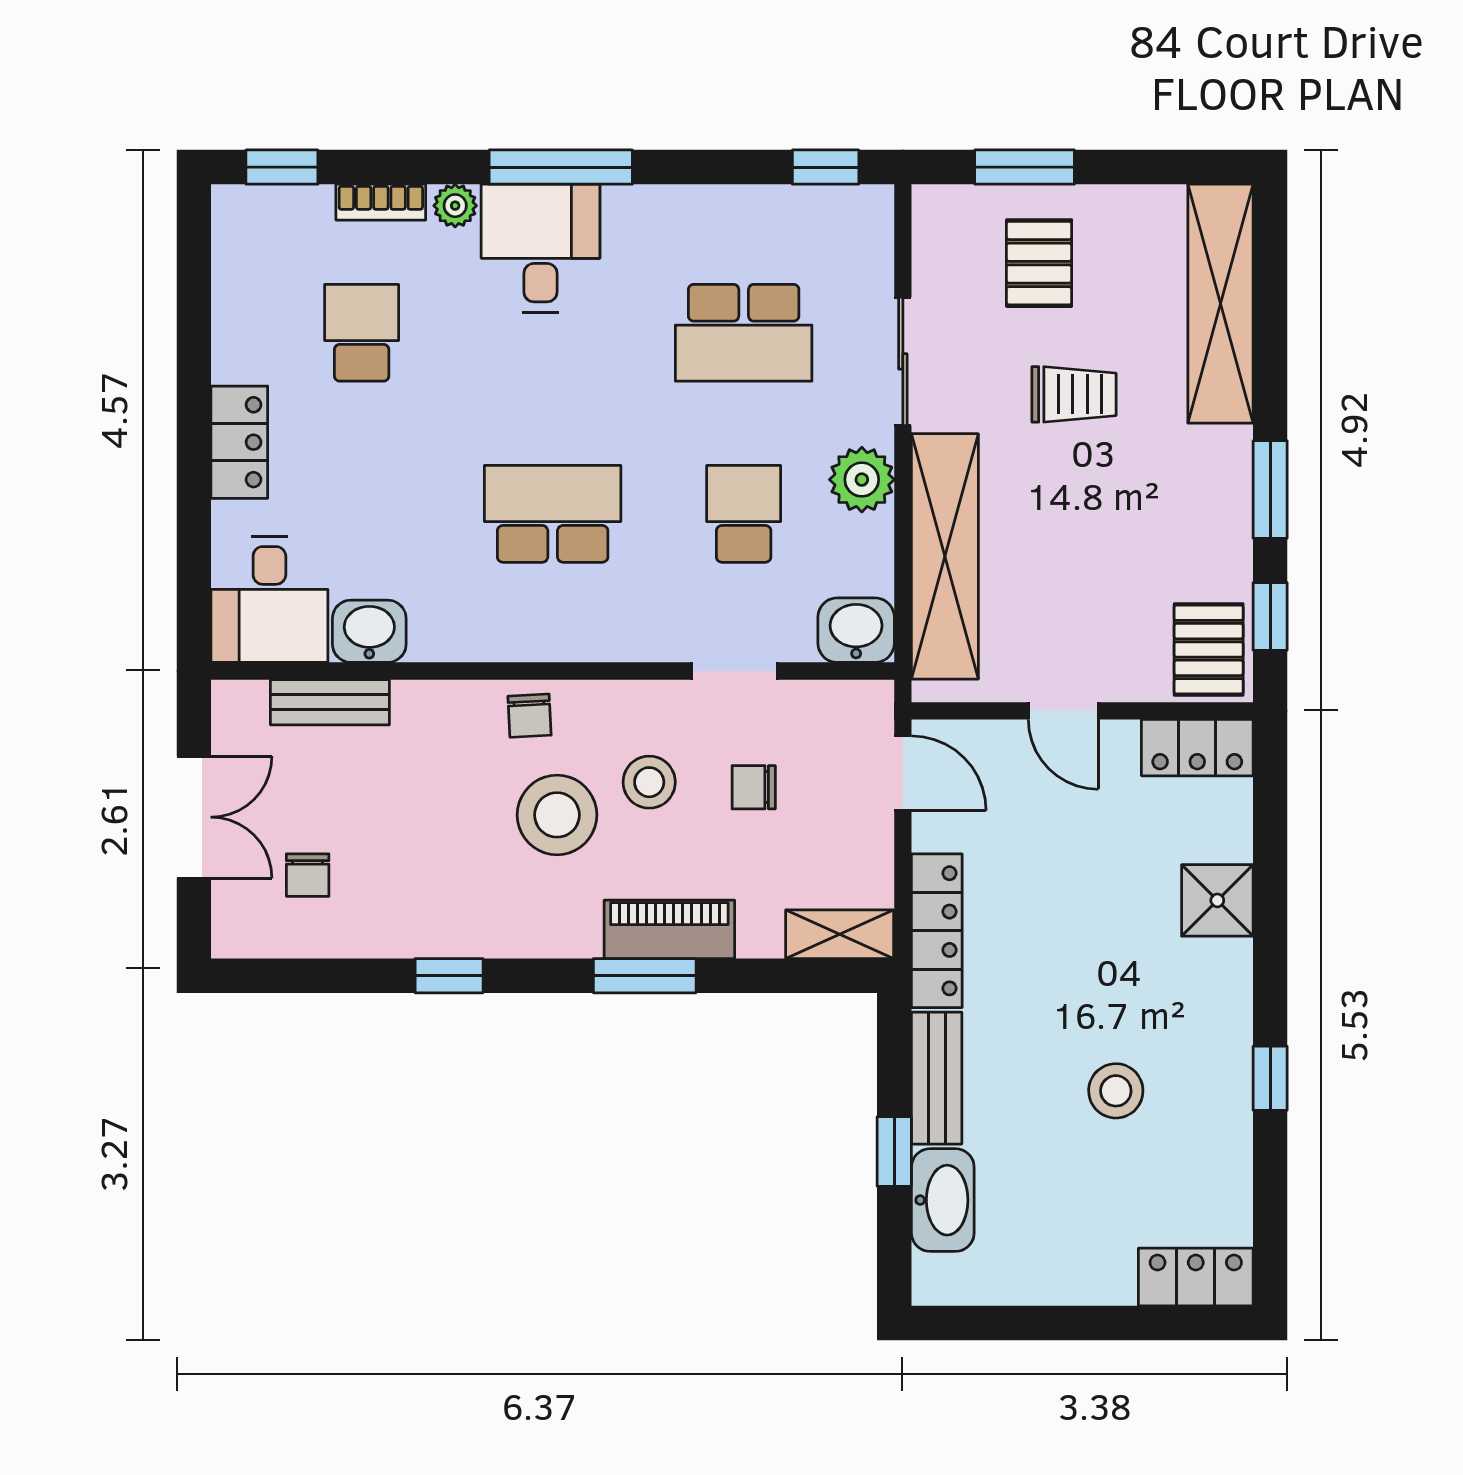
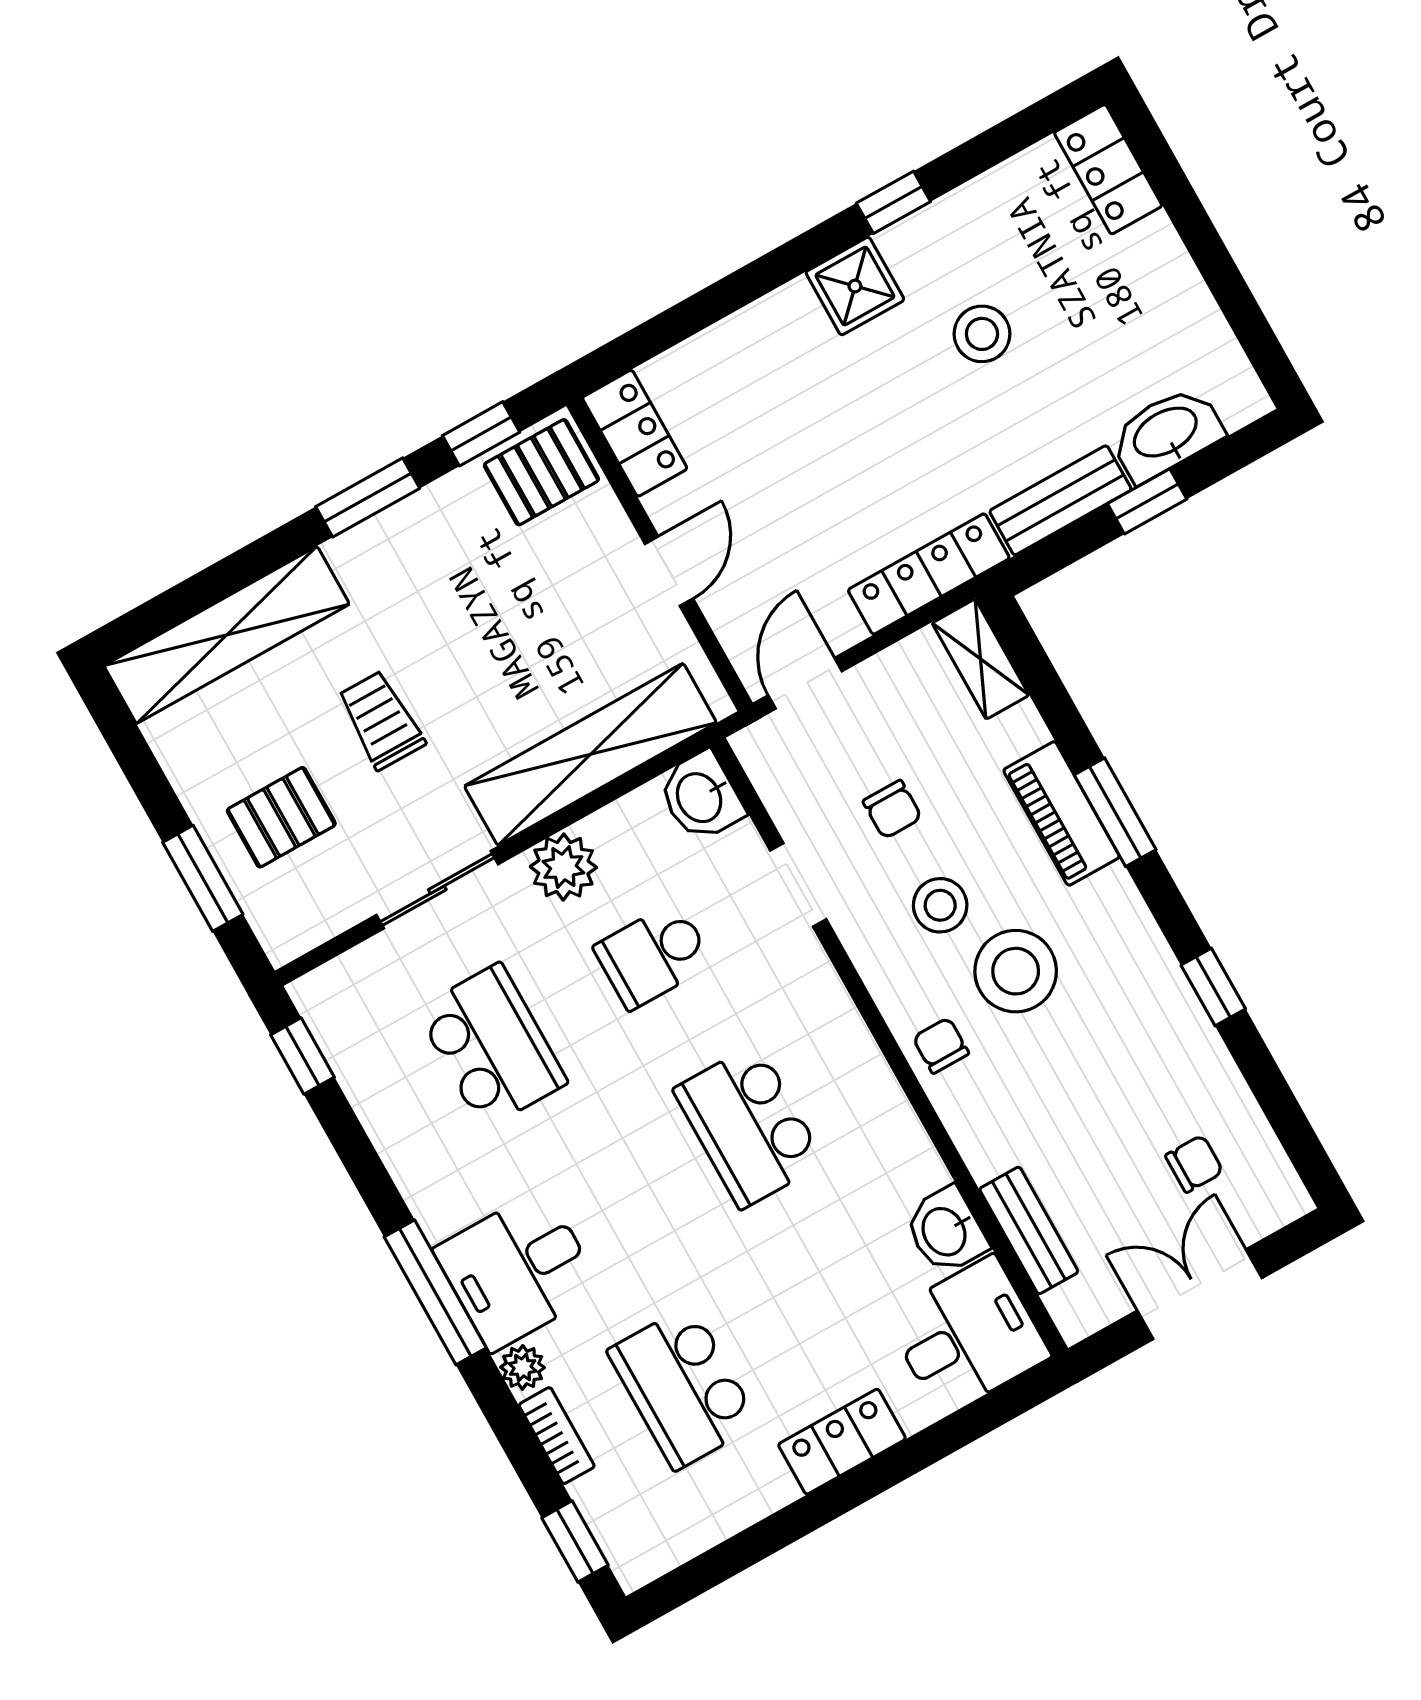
school desk: (362, 333) -> (683, 1387), width x1.85
chair: (529, 716) -> (941, 1045), turned -87
shower: (1217, 900) -> (855, 286), moved

